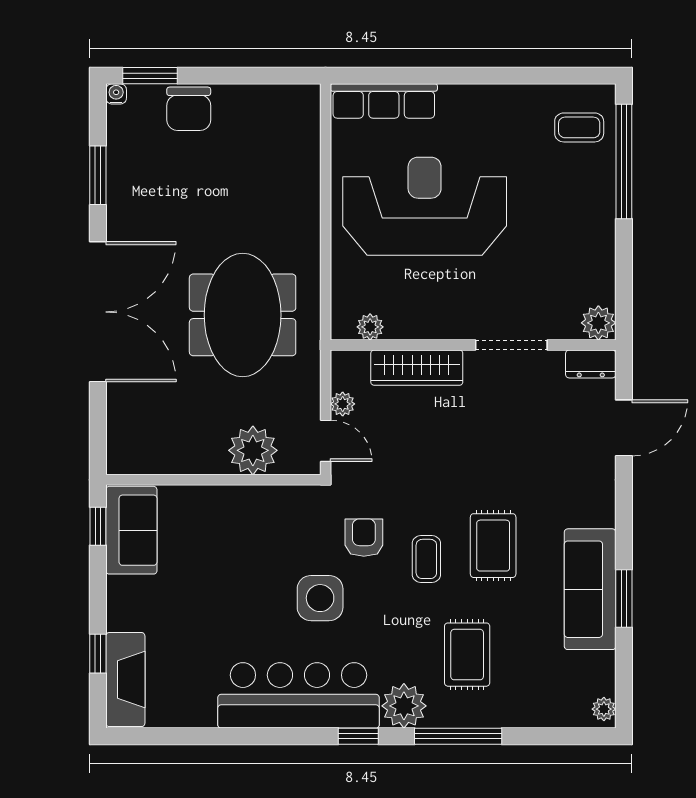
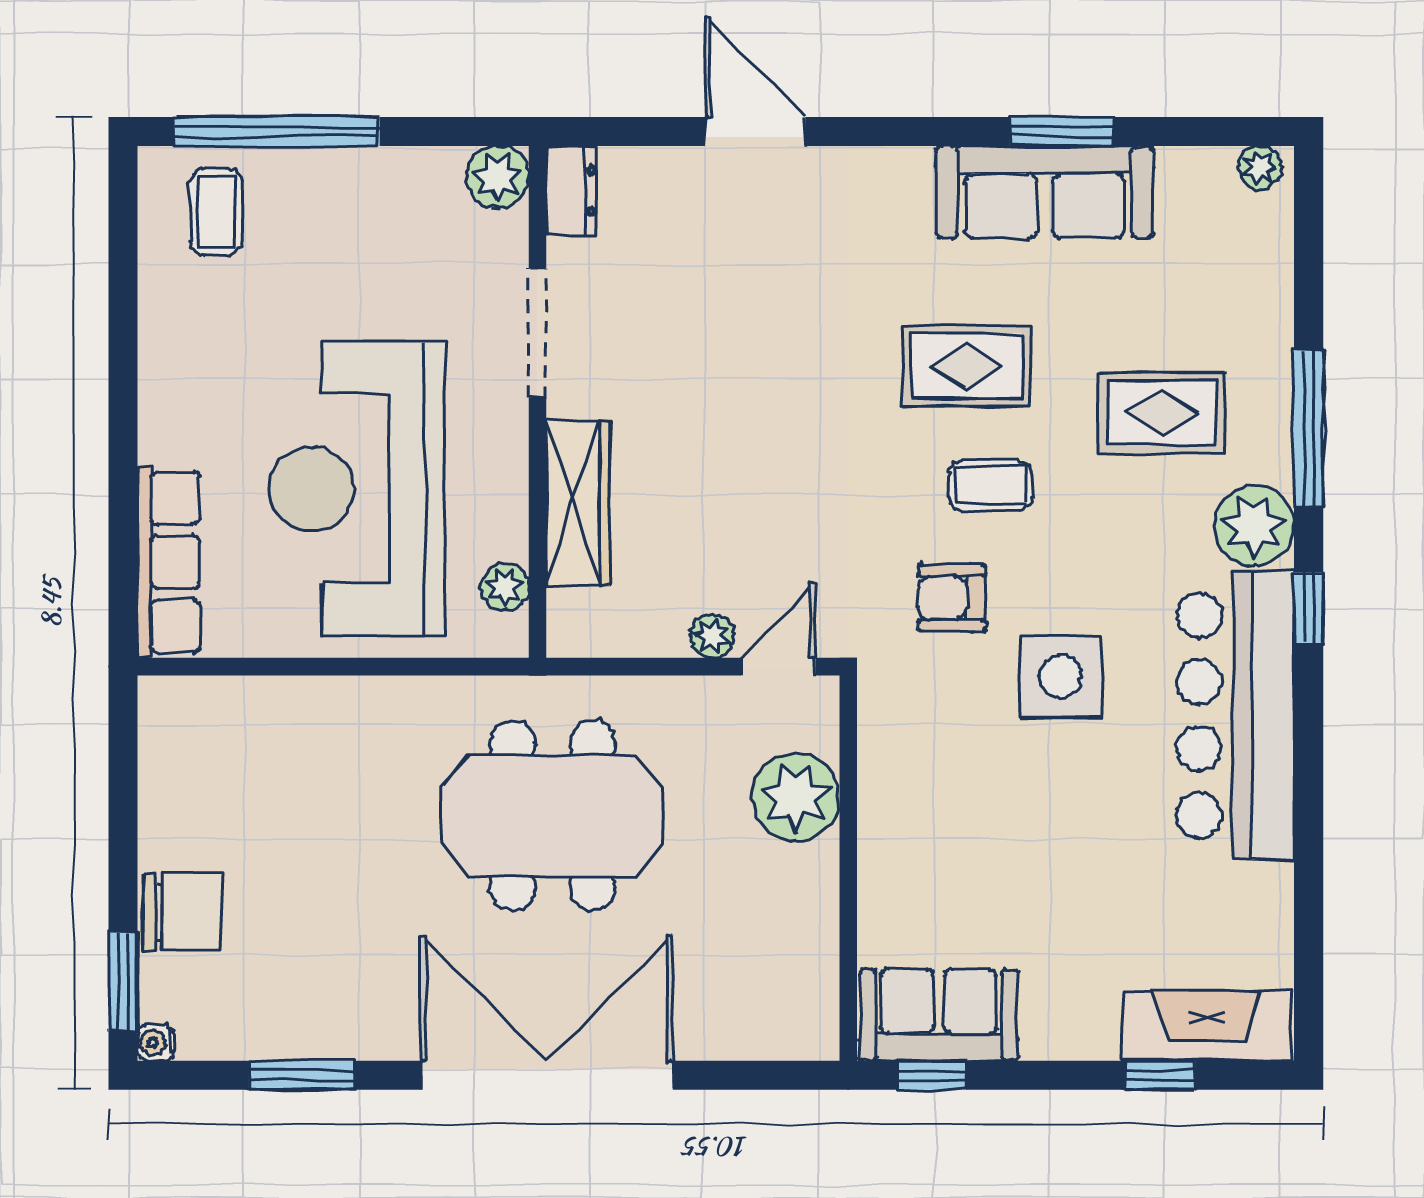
plant: (598, 323) -> (498, 177), moved
plant: (370, 327) -> (505, 587), moved
wall: (473, 345) -> (537, 402), moved
doorway: (511, 345) -> (537, 333), moved
dresser: (591, 364) -> (571, 191), moved
wardrobe: (417, 368) -> (578, 503), moved

